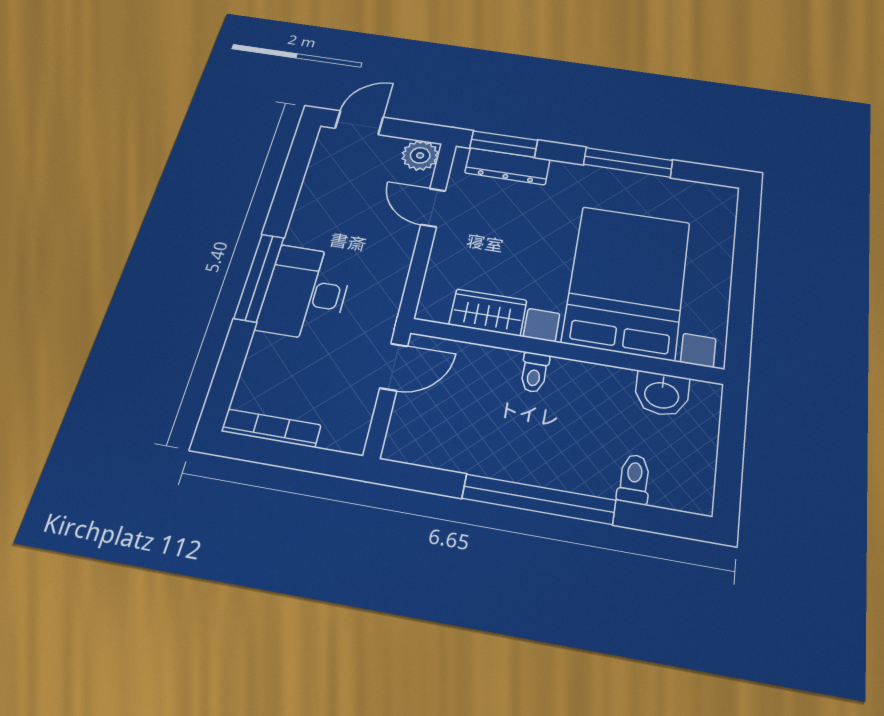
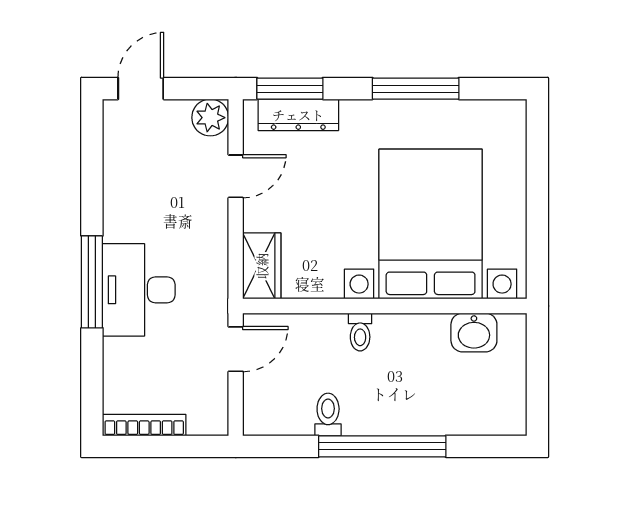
door: (433, 208) -> (236, 176), swing flipped
wardrobe: (488, 312) -> (262, 266), moved, turned 90
toilet: (634, 479) -> (328, 414), moved

